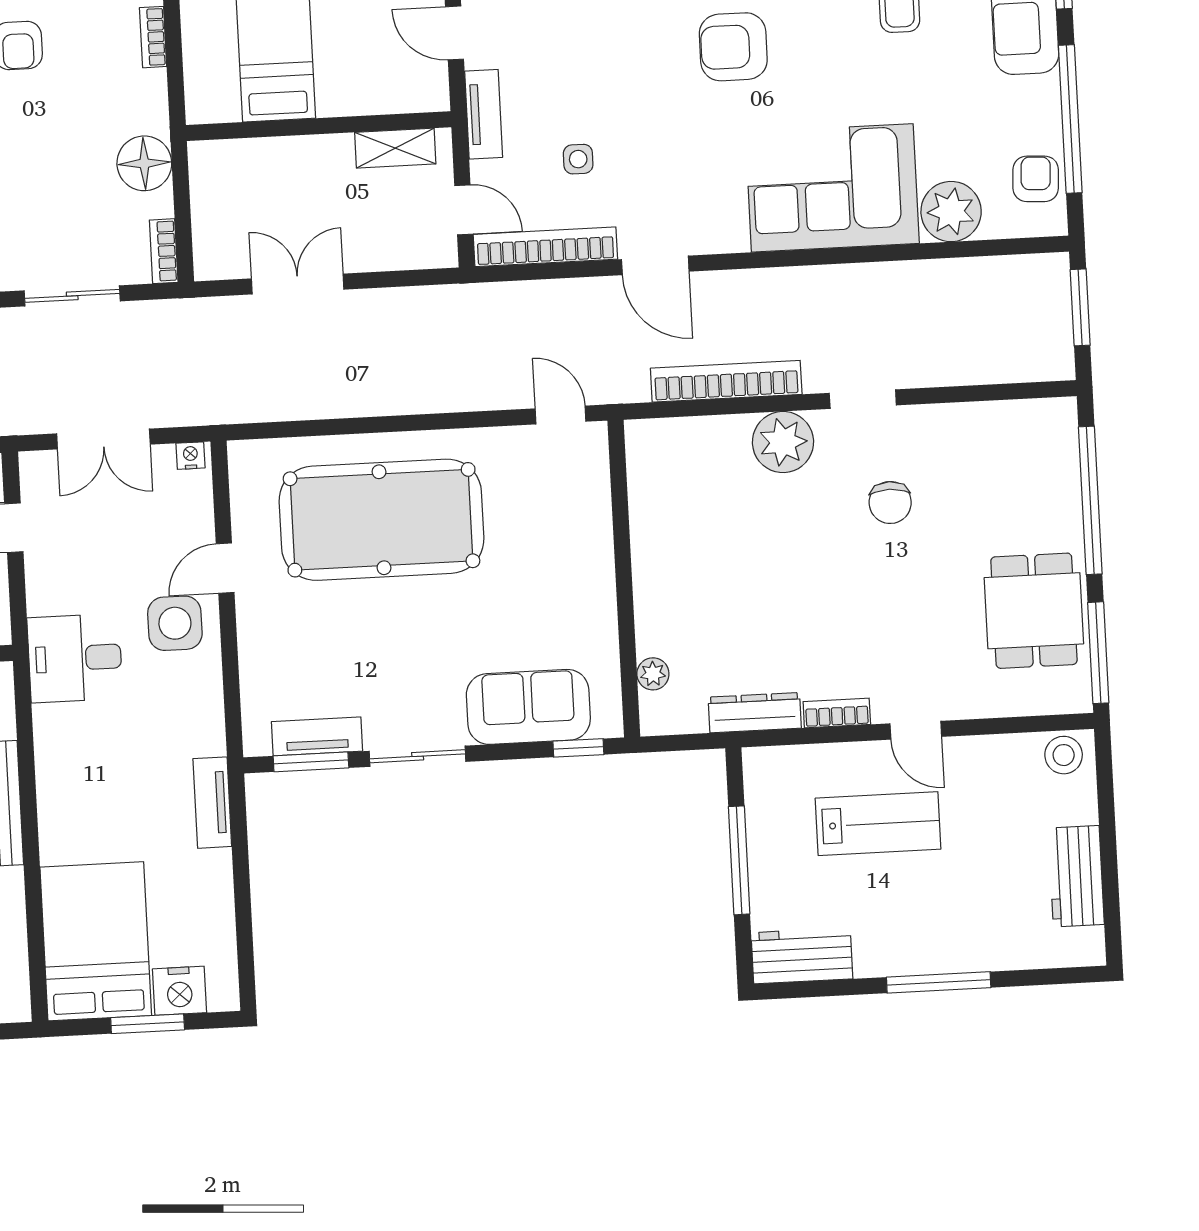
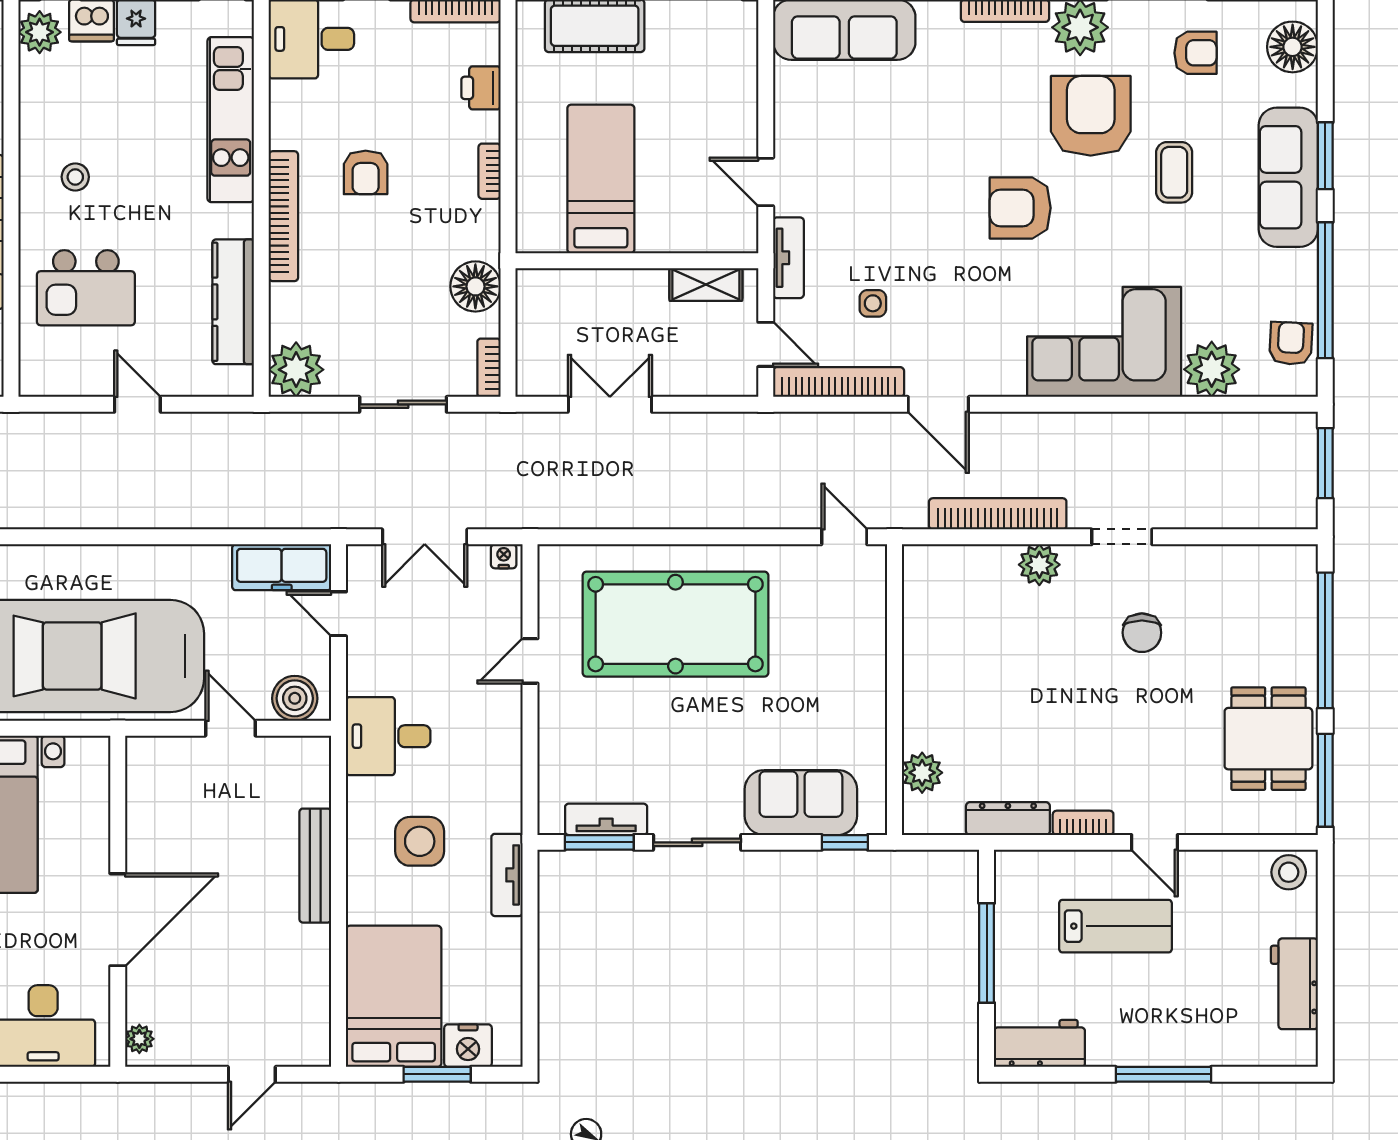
plant: (783, 442) -> (1039, 565), width x0.73, depth x0.73
side table: (175, 623) -> (420, 841), moved
plant: (653, 674) -> (922, 773), width x1.38, depth x1.38

